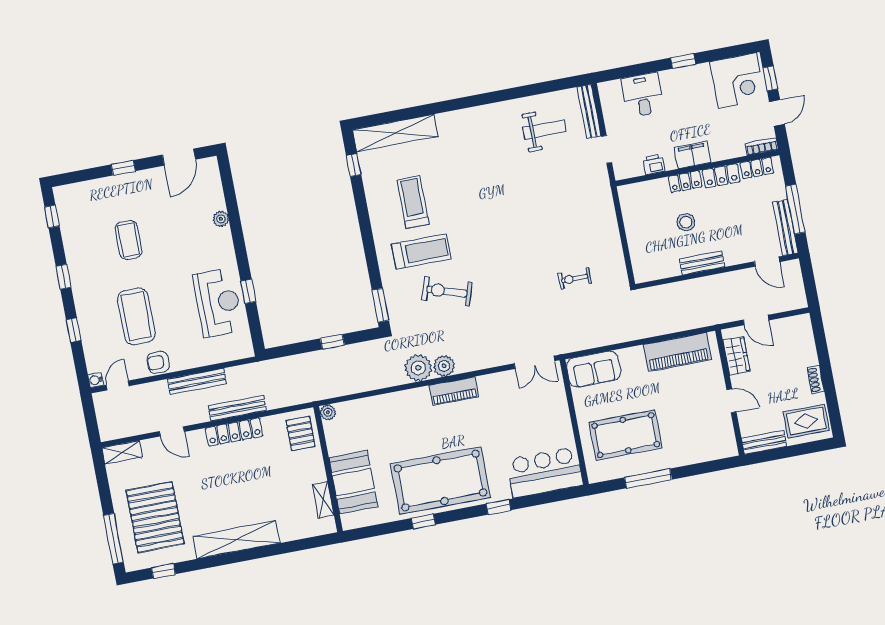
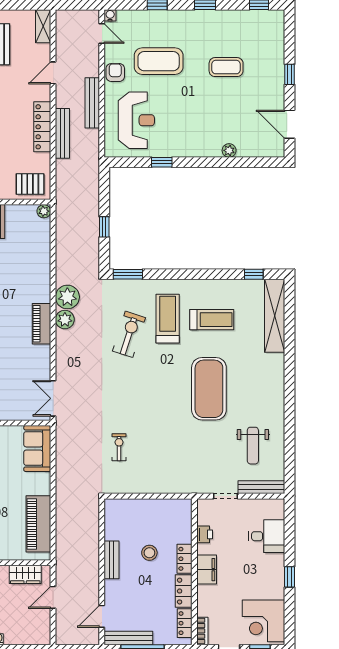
exercise mat: (491, 191) -> (209, 389), added
treadmill: (421, 252) -> (168, 319), turned 180
reception desk: (218, 303) -> (136, 120), moved, turned -90

